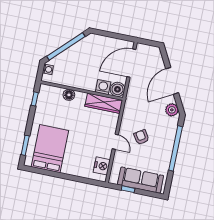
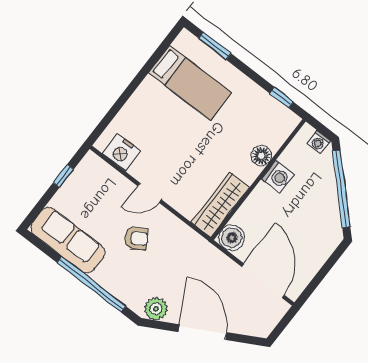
washing machine: (103, 87) -> (278, 177), moved
bed: (50, 149) -> (190, 83), width x0.67
sofa: (141, 180) -> (68, 240), moved, turned -90

